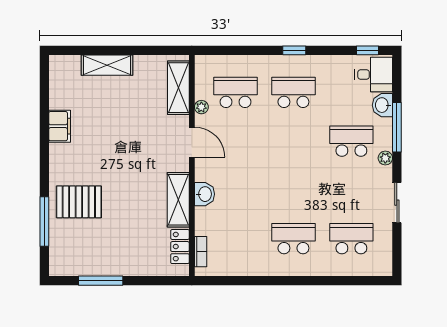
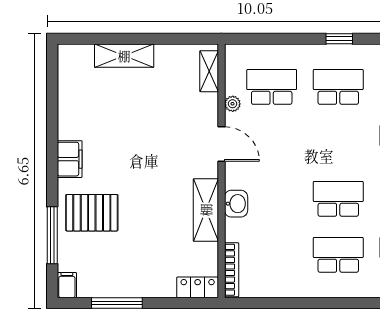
shelving: (178, 88) -> (209, 71), width x0.67, depth x0.75
filing cabinet: (60, 126) -> (70, 159), moved
school desk: (293, 190) -> (338, 199), added
locker: (180, 247) -> (198, 287), moved, turned 90
bookcase: (201, 252) -> (232, 270), width x1.56
filing cabinet: (57, 265) -> (67, 285), added

